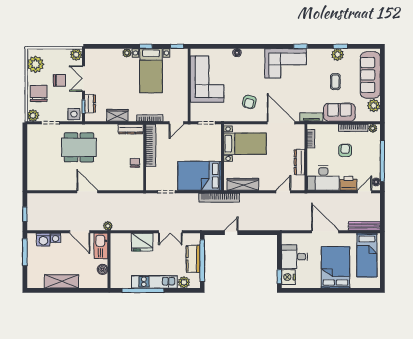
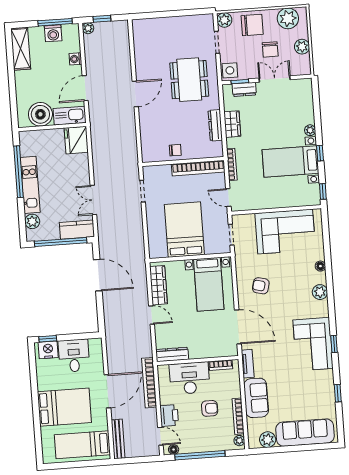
plant: (76, 55) -> (302, 47), moved
plant: (338, 55) -> (320, 292), moved
corner sofa: (286, 63) -> (313, 344), moved
coffee table: (335, 82) -> (294, 390), removed
door: (281, 123) -> (238, 327), hinge flipped
dresser: (131, 129) -> (215, 125), moved
dresser: (299, 162) -> (172, 354), moved
bed: (200, 176) -> (184, 230), moved
desk: (323, 178) -> (190, 378), moved, turned 90
door: (283, 192) -> (151, 315), moved
bookcase: (219, 198) -> (149, 383), moved
plant: (108, 226) -> (88, 28), moved
door: (231, 233) -> (98, 275), width x1.88
washing machine: (43, 240) -> (53, 33), moved, turned -90
fridge: (142, 242) -> (76, 140), moved
kitchen counter: (193, 259) -> (77, 230), moved
boiler: (103, 269) -> (40, 114), width x1.86, depth x1.86
shelving: (62, 281) -> (21, 49), moved

